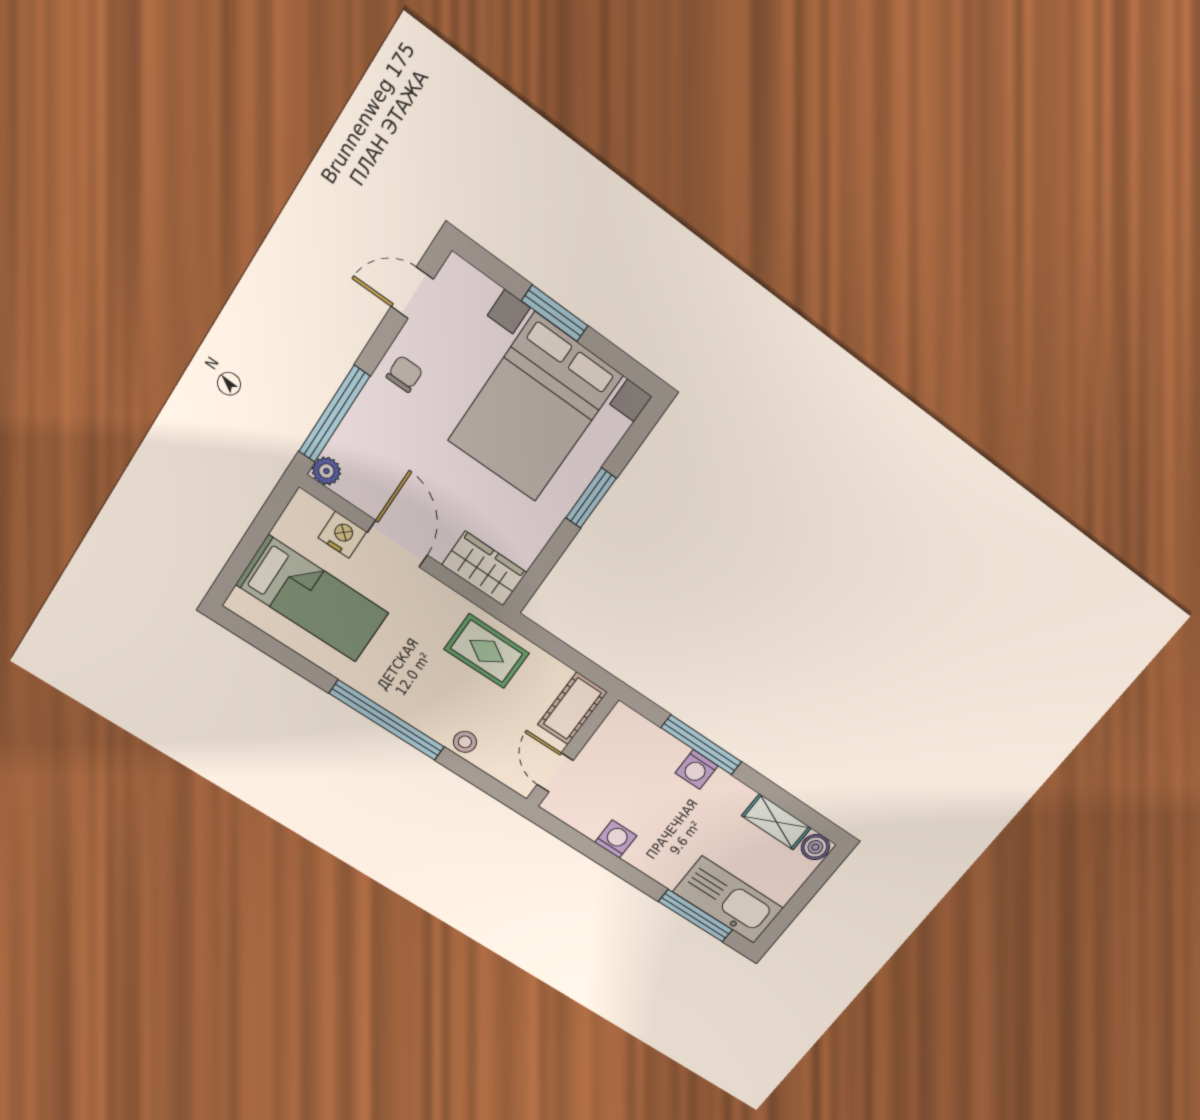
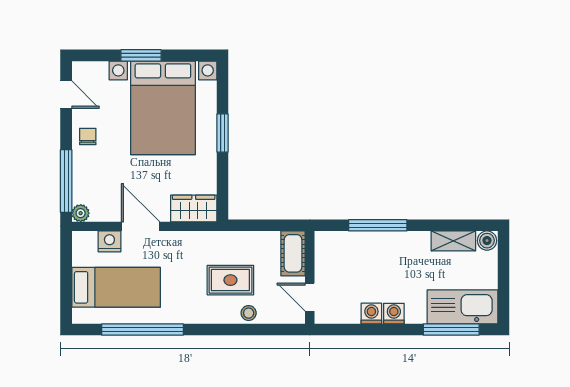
door: (412, 293) -> (66, 95), swing flipped
rug: (487, 651) -> (230, 280), moved
window: (387, 720) -> (143, 330), moved
washing machine: (697, 769) -> (394, 314), moved, turned 180

